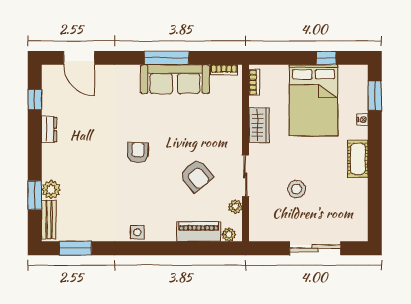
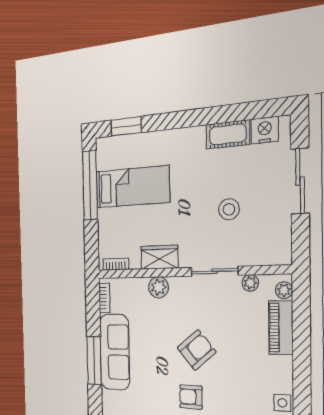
window: (326, 58) -> (90, 185), width x3.17
bed: (314, 100) -> (132, 187), width x0.67
nightstand: (362, 120) -> (265, 130), moved, width x1.89, depth x1.79
plant: (233, 124) -> (159, 287), added
cot: (358, 159) -> (228, 134), moved
armchair: (196, 175) -> (196, 350), moved

